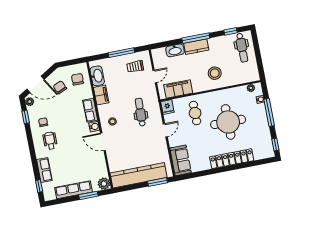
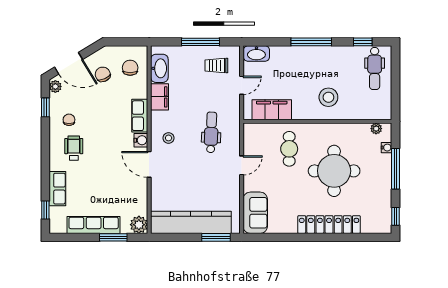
kitchen counter: (196, 47) -> (309, 54), removed
washbasin: (175, 50) -> (256, 54), moved
fridge: (167, 107) -> (251, 133), removed

